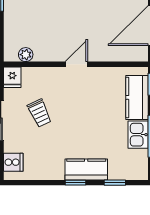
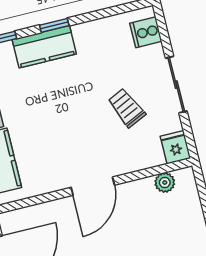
door: (76, 64) -> (93, 186), width x1.38

